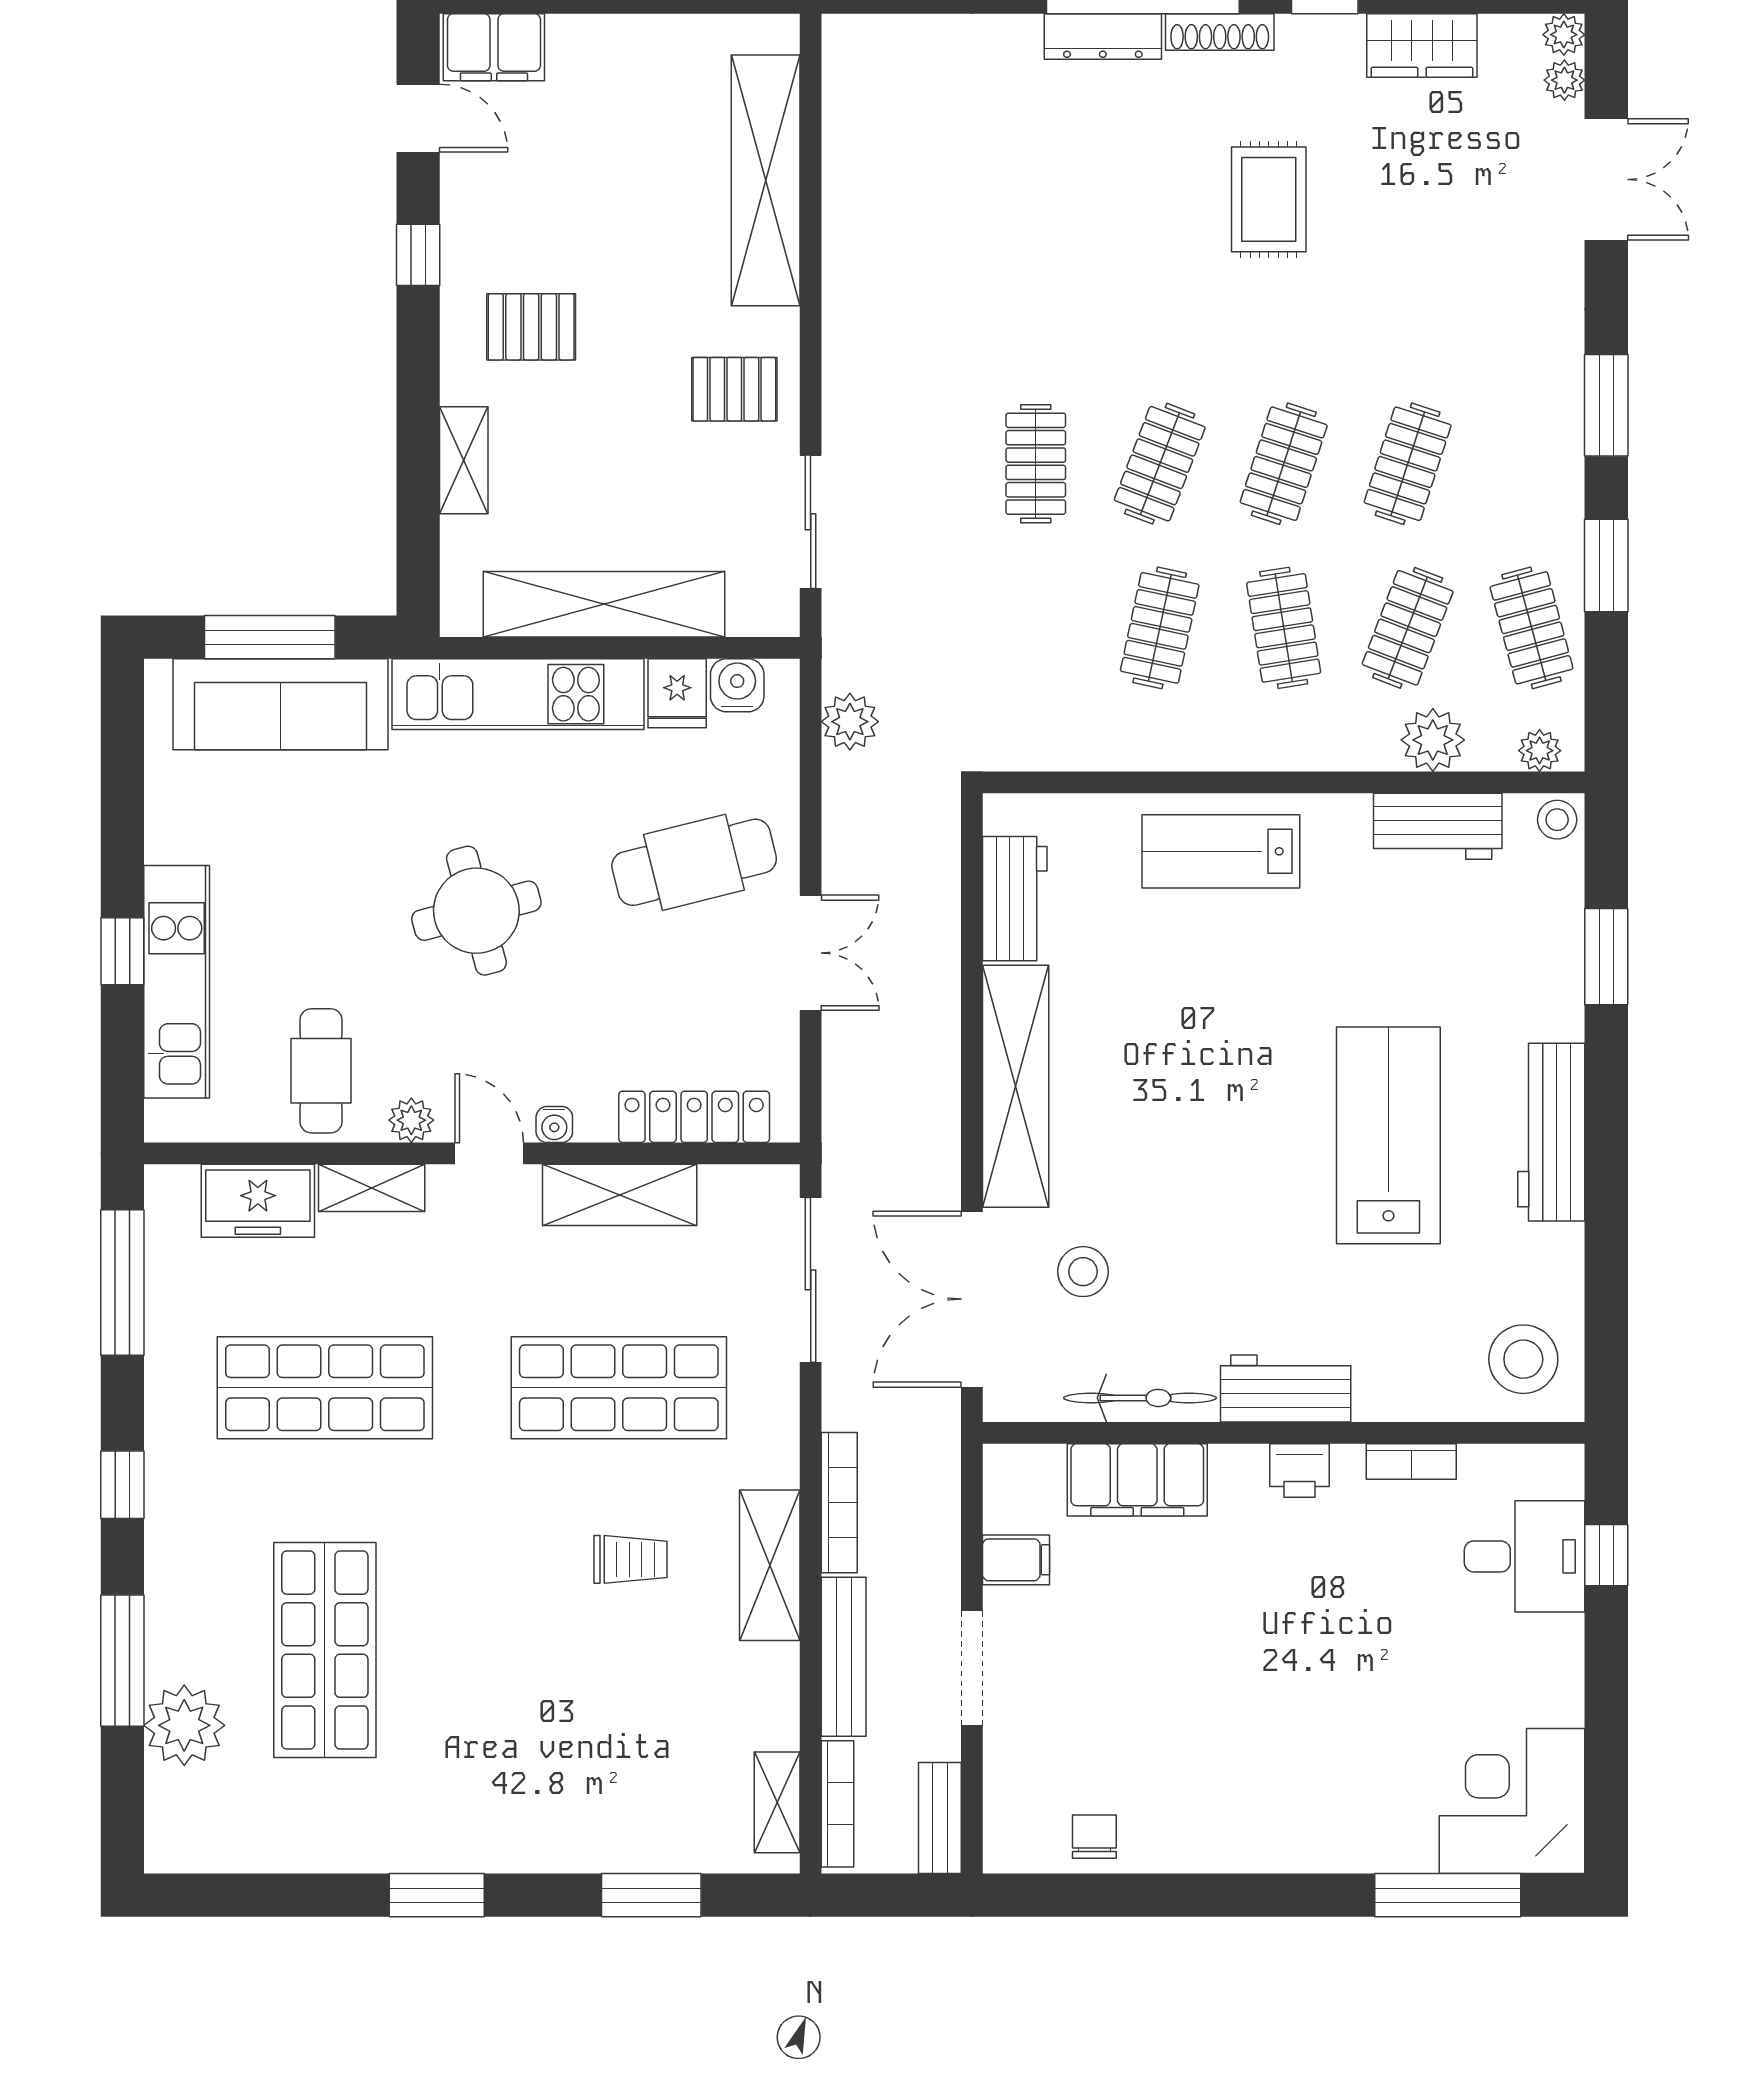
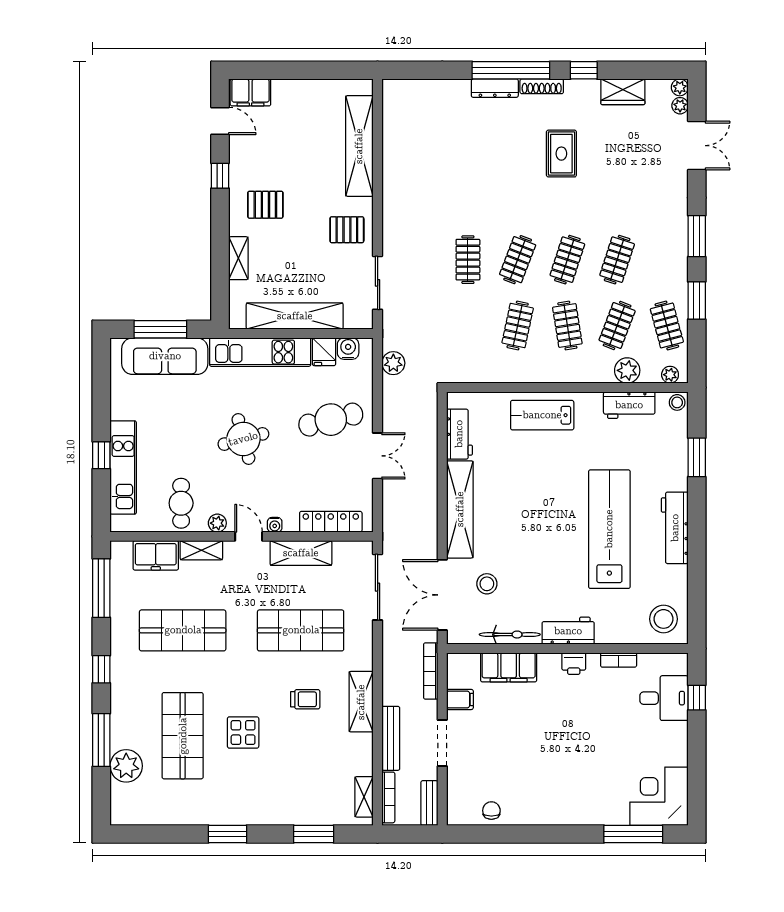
lab bench: (1388, 1135) -> (609, 529), width x1.36
bookcase: (839, 1503) -> (431, 671), moved, turned 180
display table: (476, 1642) -> (243, 732), added

